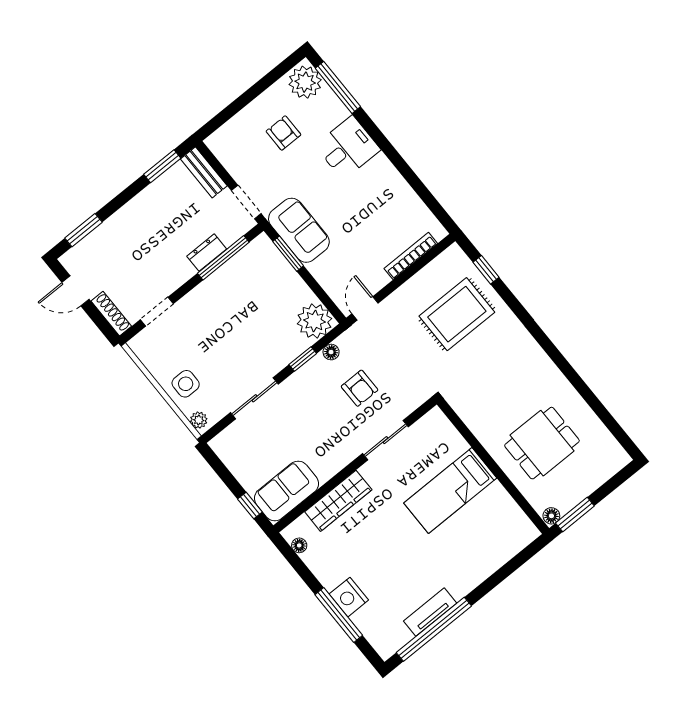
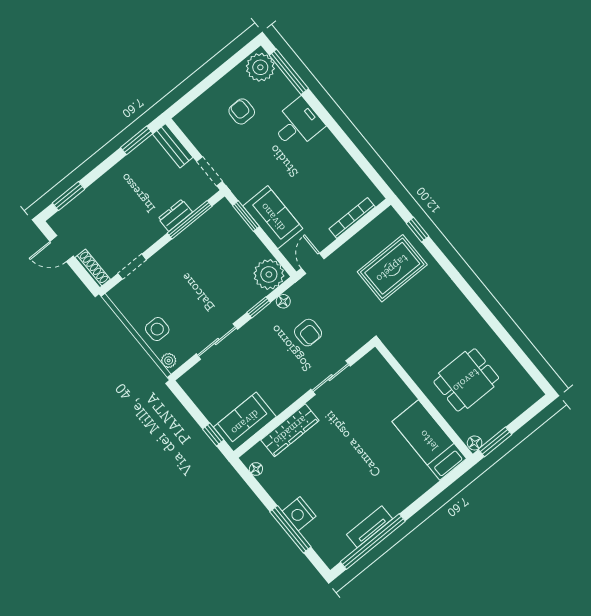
sofa: (299, 230) -> (273, 217), moved
bed: (450, 491) -> (429, 440), moved, turned 90

